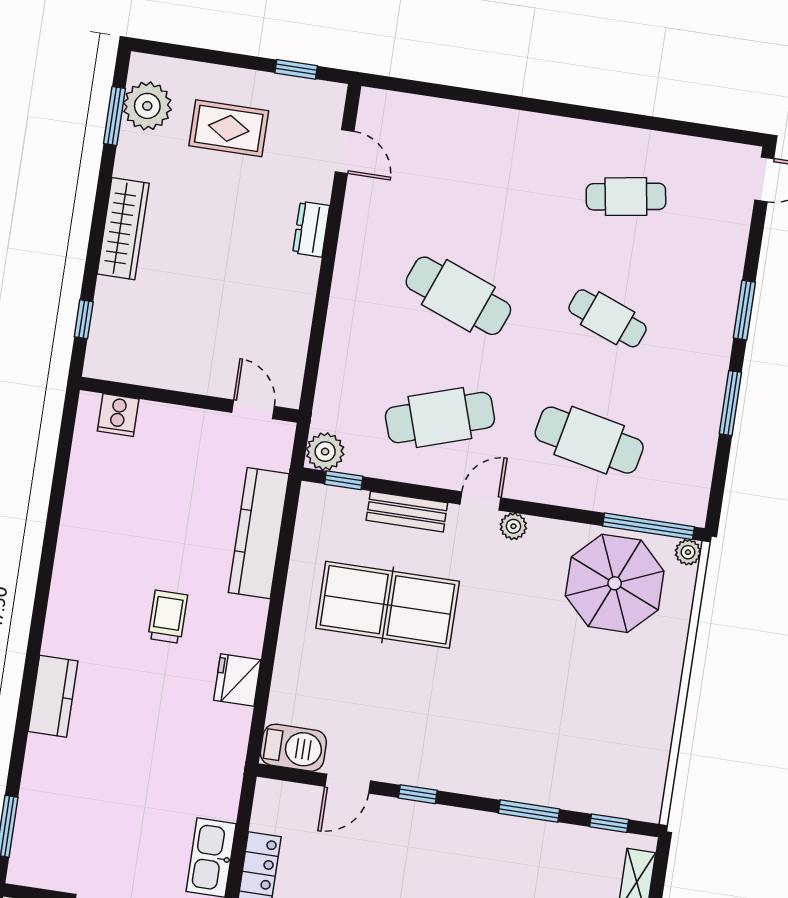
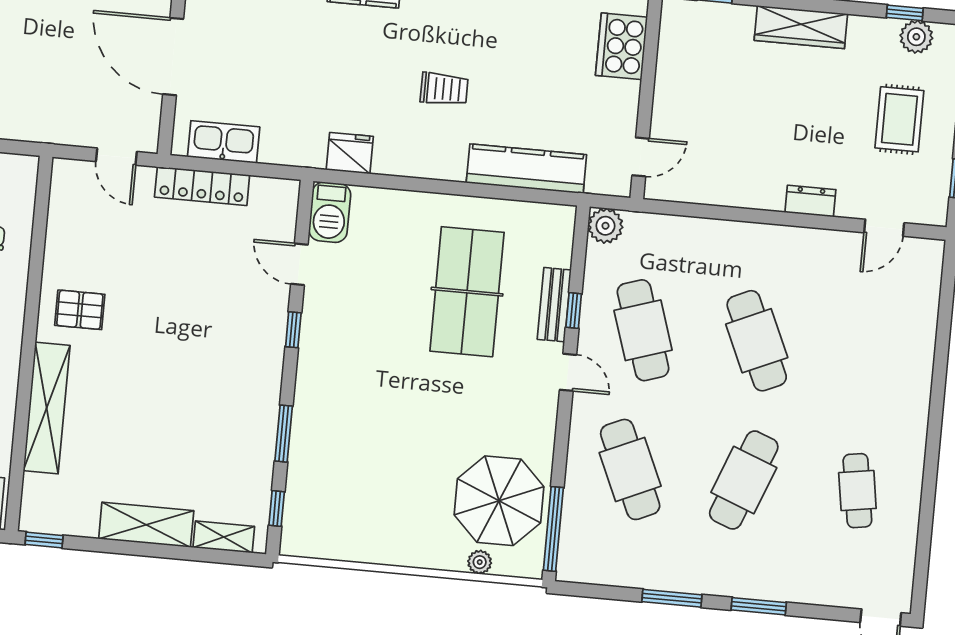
plant: (147, 106) -> (916, 37), width x0.73, depth x0.73
window: (114, 116) -> (905, 13), width x0.67
cafe table: (458, 296) -> (757, 341), turned -45
cafe table: (608, 318) -> (744, 480), width x1.37, depth x1.35
cooker: (118, 415) -> (621, 46), width x1.87, depth x1.31
cafe table: (589, 440) -> (630, 469), turned -36
window: (344, 480) -> (574, 311), moved
plant: (513, 526) -> (546, 404), removed
plant: (688, 552) -> (480, 562), moved
fridge: (237, 680) -> (350, 153), moved

